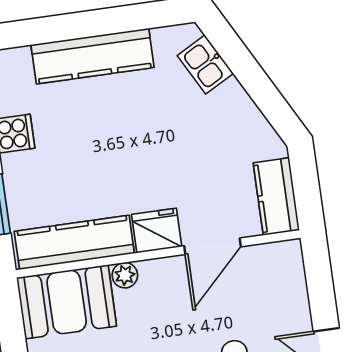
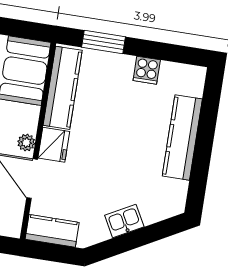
kitchen sink: (205, 64) -> (124, 221), moved
plant: (125, 275) -> (26, 143), moved

